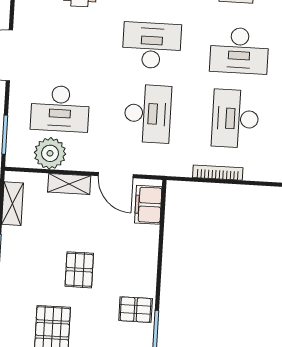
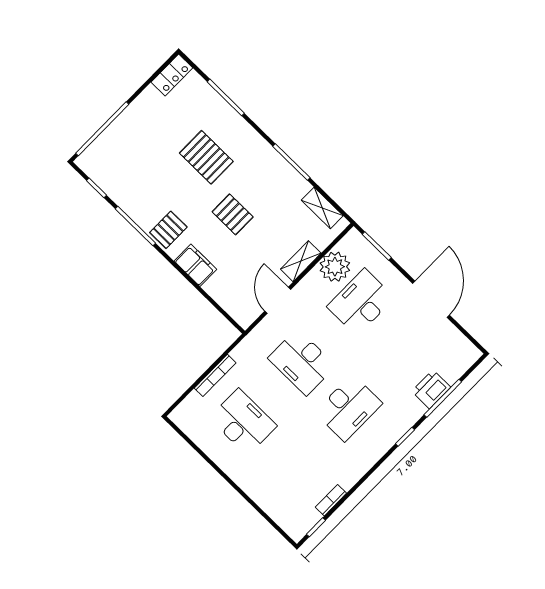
desk: (239, 51) -> (290, 468), removed
door: (116, 175) -> (278, 300), hinge flipped
filing cabinet: (148, 205) -> (195, 265), moved

